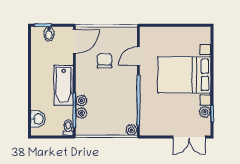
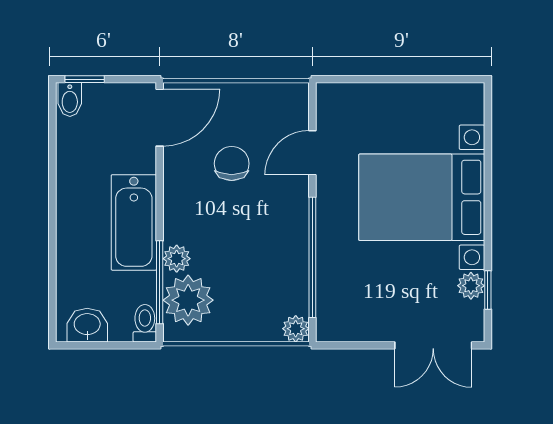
bidet: (49, 34) -> (70, 99), moved
plant: (81, 113) -> (188, 300), width x1.87, depth x1.87
washbasin: (38, 119) -> (87, 325), moved, turned -90

